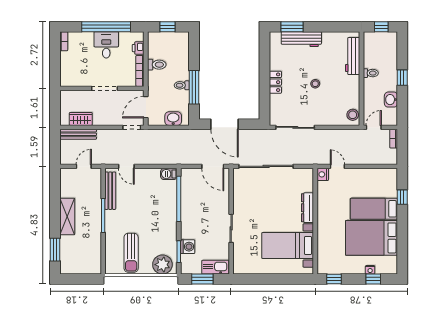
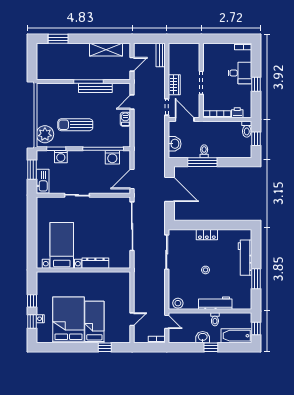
window: (106, 27) -> (256, 84), width x0.32
window: (292, 27) -> (256, 279), moved
desk: (106, 45) -> (240, 73), moved
bathtub: (389, 49) -> (236, 336), added
workbench: (353, 56) -> (215, 303), moved
toilet: (157, 65) -> (247, 129), moved
washbasin: (391, 100) -> (203, 337), moved
wardrobe: (81, 119) -> (174, 85), moved
door: (224, 124) -> (169, 189), swing flipped
bench: (78, 134) -> (161, 55), width x0.73
door: (84, 166) -> (132, 64), hinge flipped
door: (337, 166) -> (132, 319), moved
barbecue: (169, 174) -> (125, 119), moved
nightstand: (323, 174) -> (125, 277), removed
washing machine: (188, 189) -> (112, 157), added
bench: (110, 191) -> (95, 88), moved
shelving: (67, 216) -> (106, 50), moved
sun lounger: (131, 253) -> (75, 125), moved
window: (334, 279) -> (32, 301), moved

